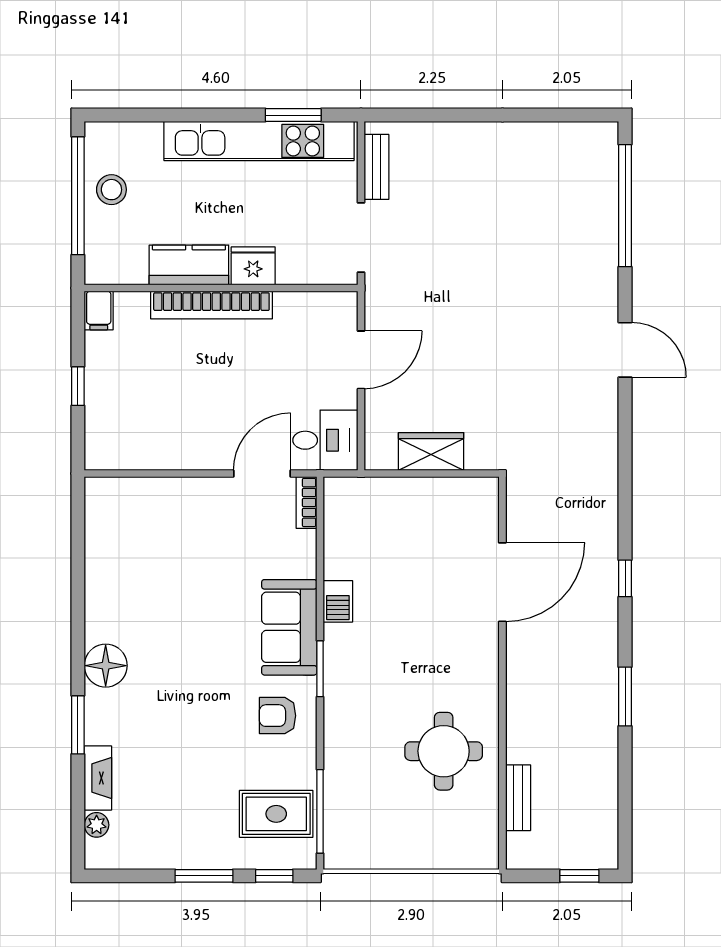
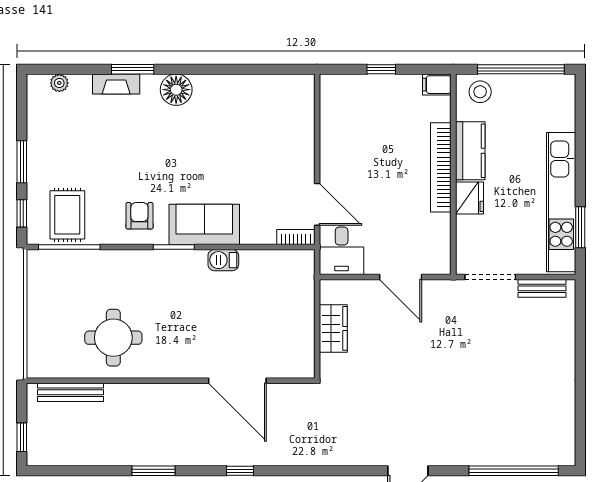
stool: (111, 190) -> (480, 92), moved
fireplace: (98, 778) -> (116, 84), moved
bench: (518, 798) -> (70, 392), width x1.36

